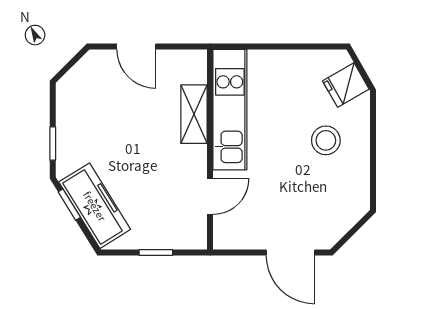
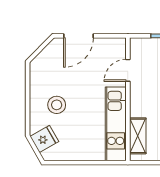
shelving: (194, 114) -> (138, 136), moved
door: (290, 252) -> (78, 36), swing flipped

